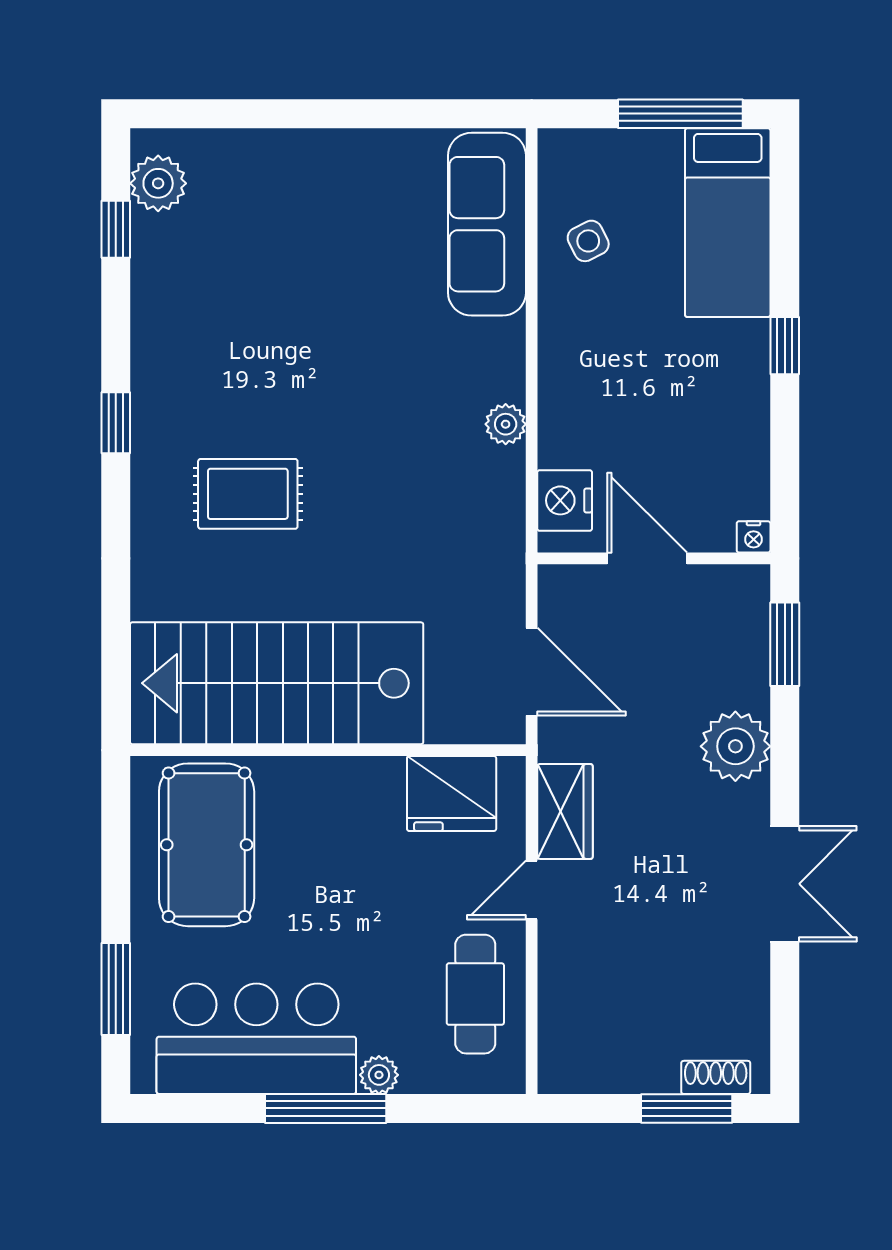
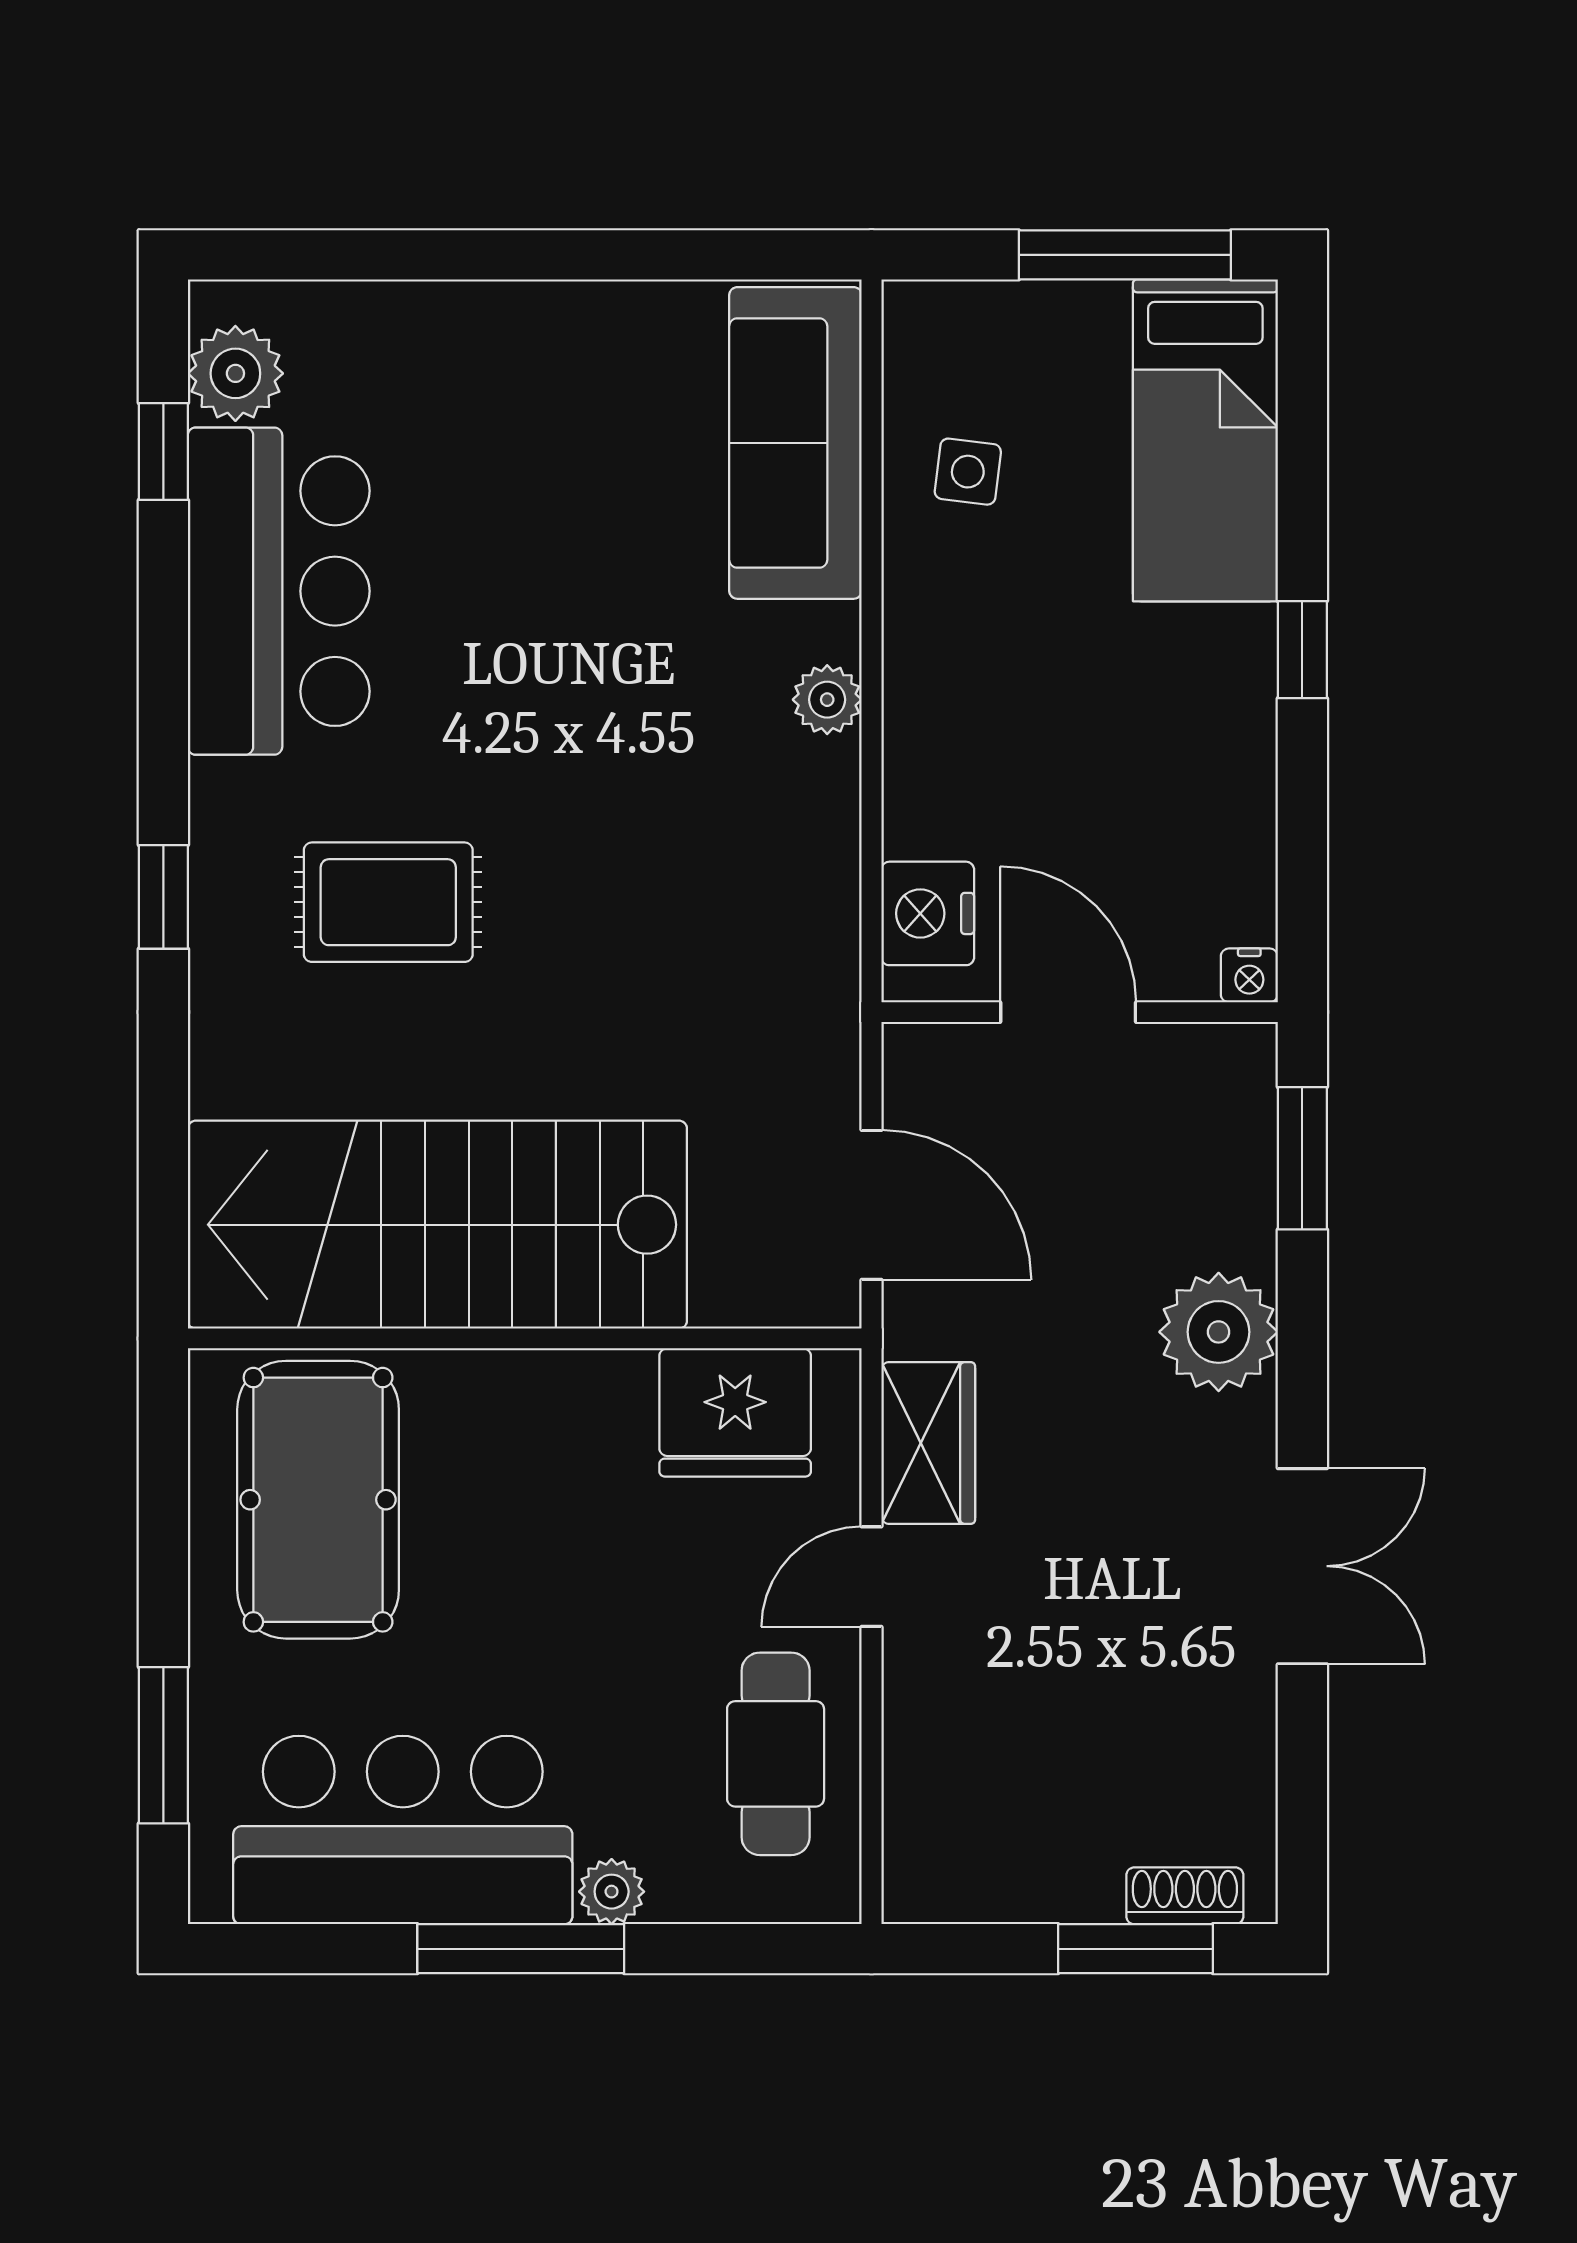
side table: (588, 241) -> (968, 472), turned 34
bar counter: (183, 311) -> (279, 591), added
window: (116, 423) -> (163, 897), moved
plant: (506, 424) -> (827, 700), moved

